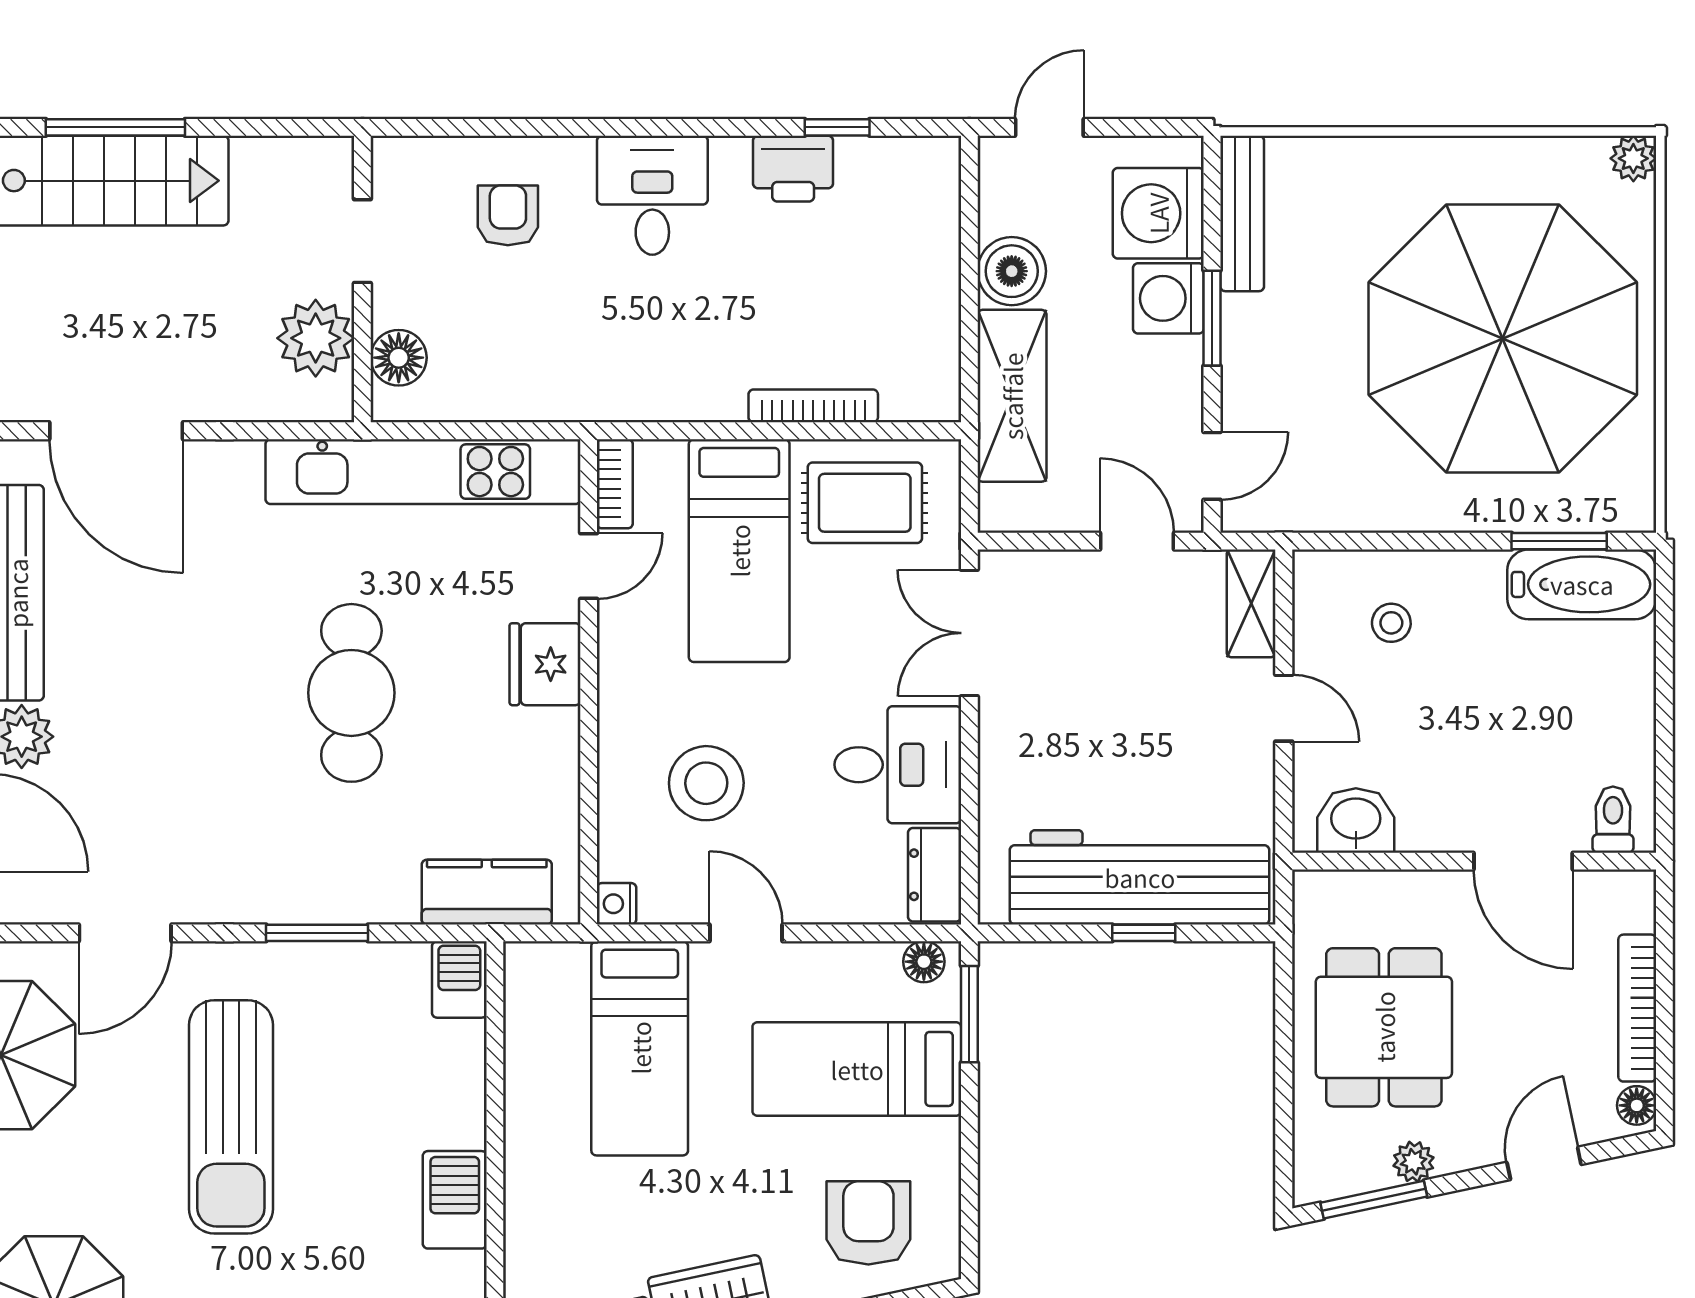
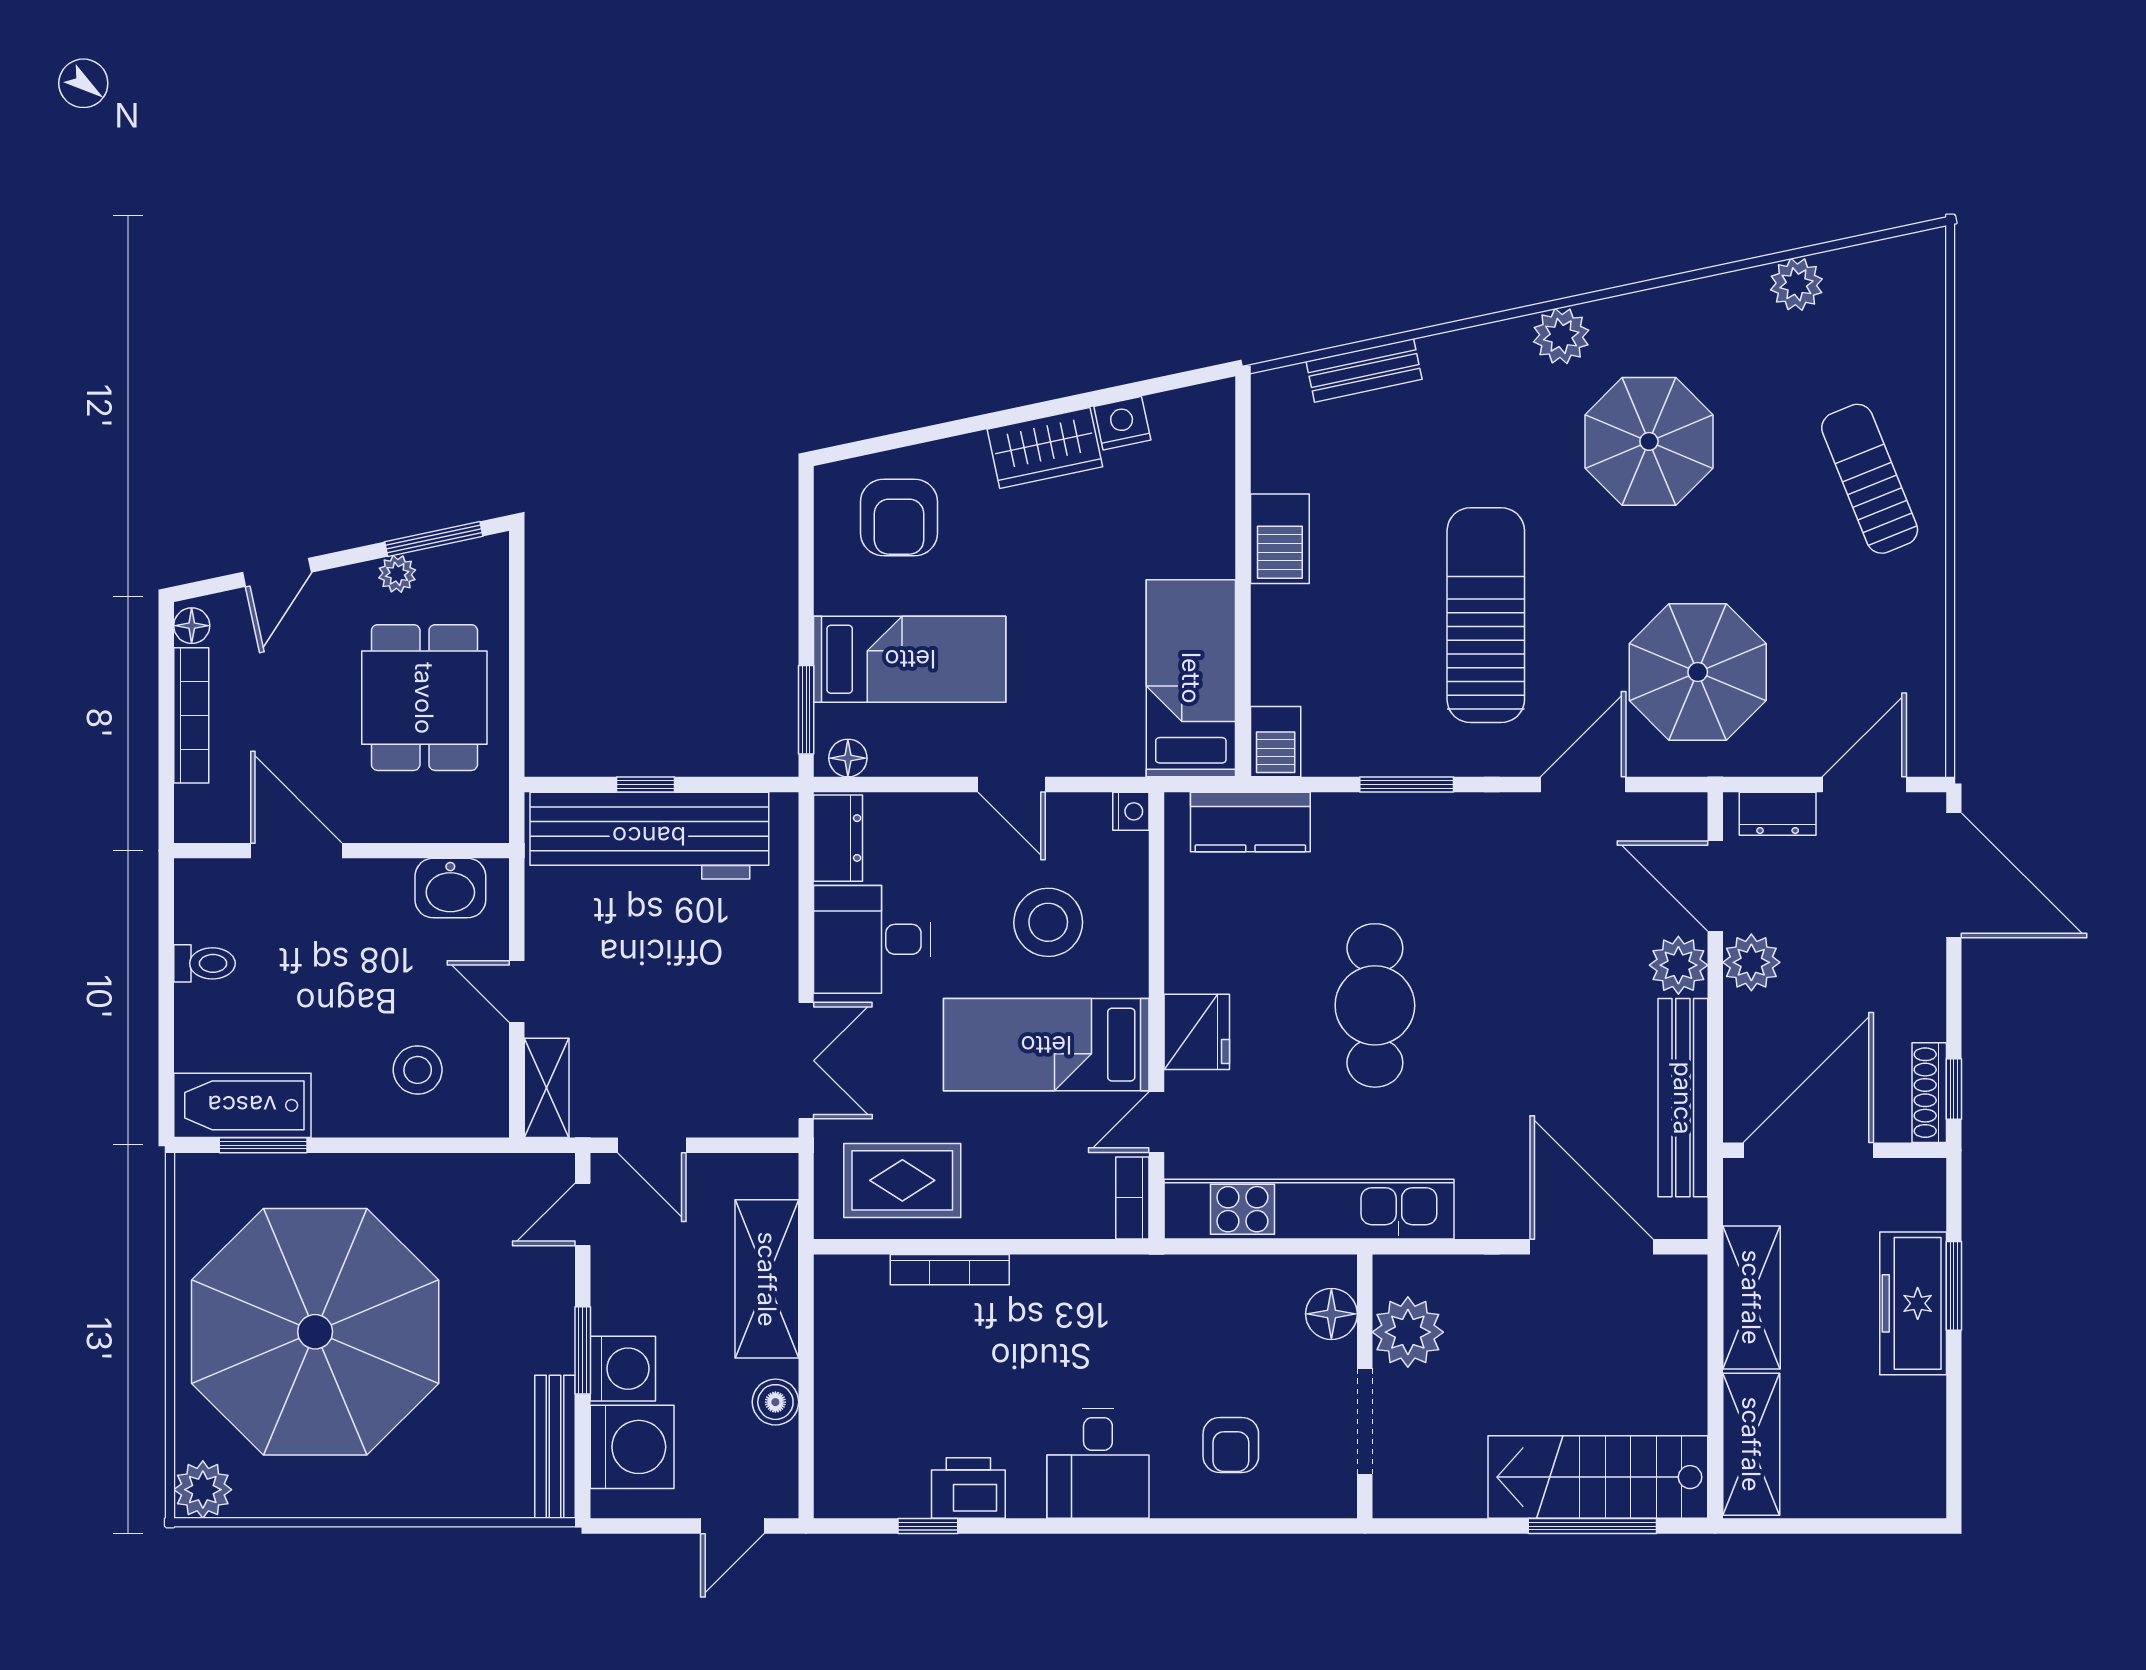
plant: (1633, 158) -> (203, 1490), width x1.38, depth x1.38
doorway: (362, 241) -> (1365, 1421), width x1.38
boiler: (1012, 271) -> (775, 1402), width x0.73, depth x0.73
bed: (739, 551) -> (1046, 1045), moved, turned -90
stool: (1391, 623) -> (418, 1070), width x1.37, depth x1.37
toilet: (1613, 820) -> (204, 963), moved, turned -90
bed: (640, 1048) -> (1191, 678), moved

